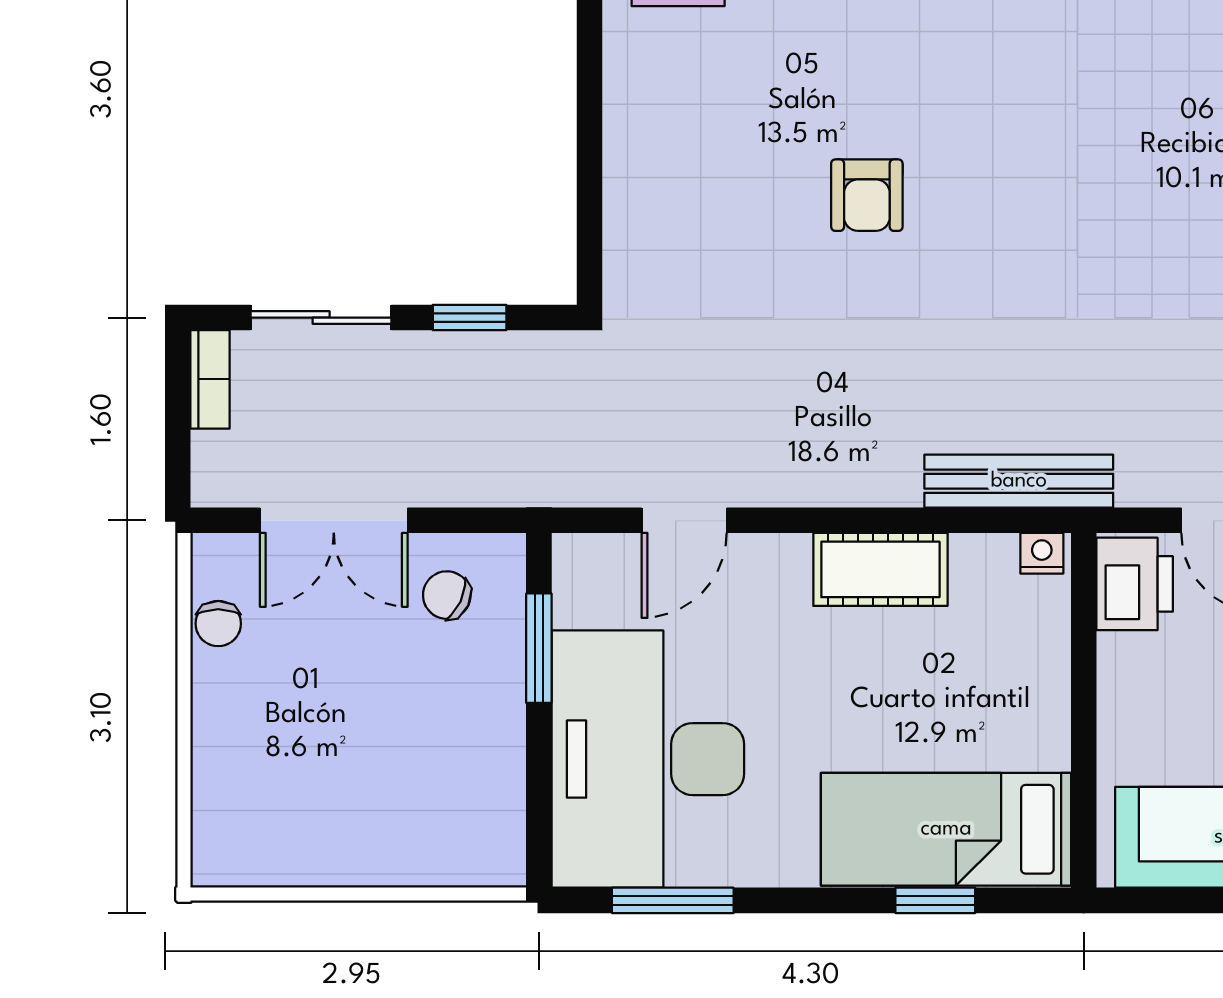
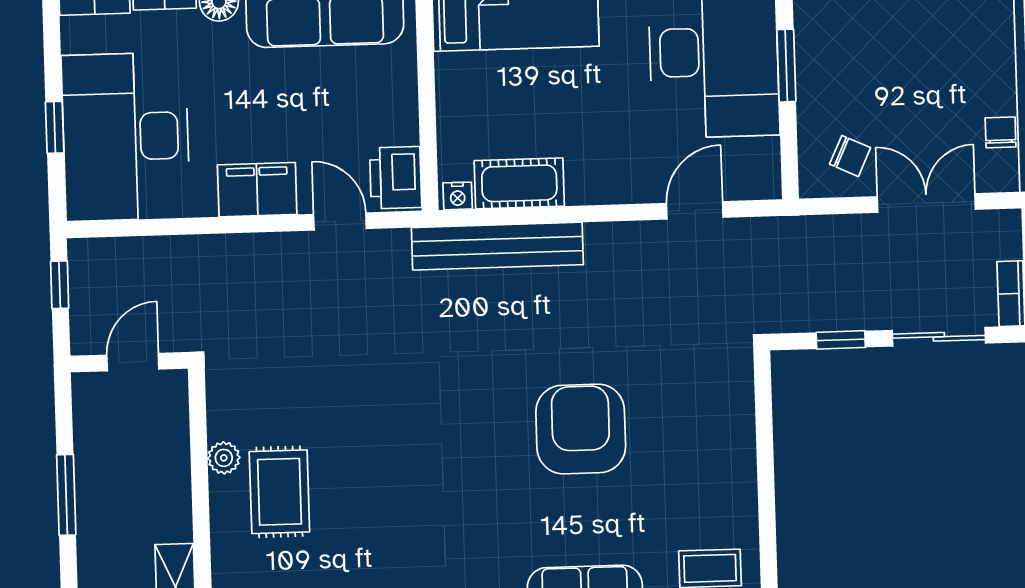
armchair: (867, 195) -> (581, 429), width x1.88, depth x1.88
bench: (1019, 481) -> (497, 246), width x1.37, depth x1.21
cot: (880, 569) -> (519, 183), moved
window: (539, 648) -> (786, 66), moved

